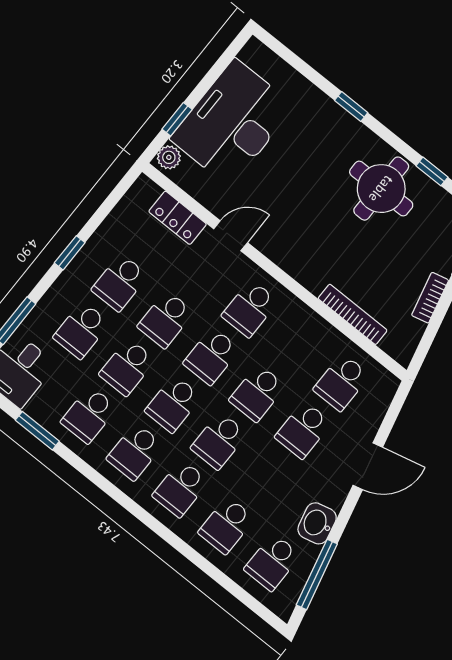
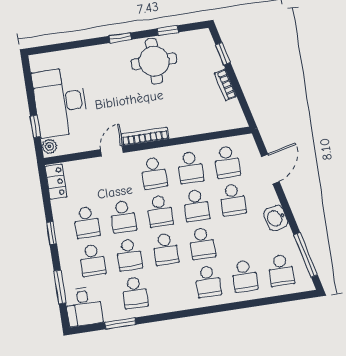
window: (351, 107) -> (120, 38), moved
locker: (178, 218) -> (56, 182), moved, turned -90
bookcase: (353, 314) -> (145, 136), moved
school desk: (135, 452) -> (190, 167), moved
door: (368, 466) -> (270, 169), moved
washbasin: (317, 523) -> (276, 218), moved

